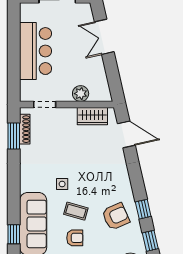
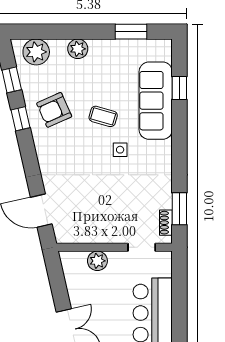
wardrobe: (92, 116) -> (83, 233), removed
shoe rack: (25, 129) -> (166, 223), width x0.70
armchair: (75, 238) -> (105, 84), removed

